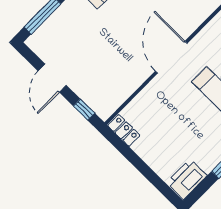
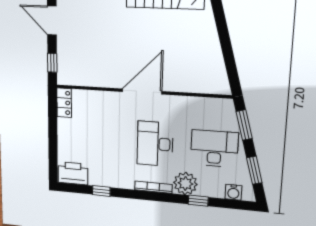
door: (52, 78) -> (52, 20), hinge flipped

